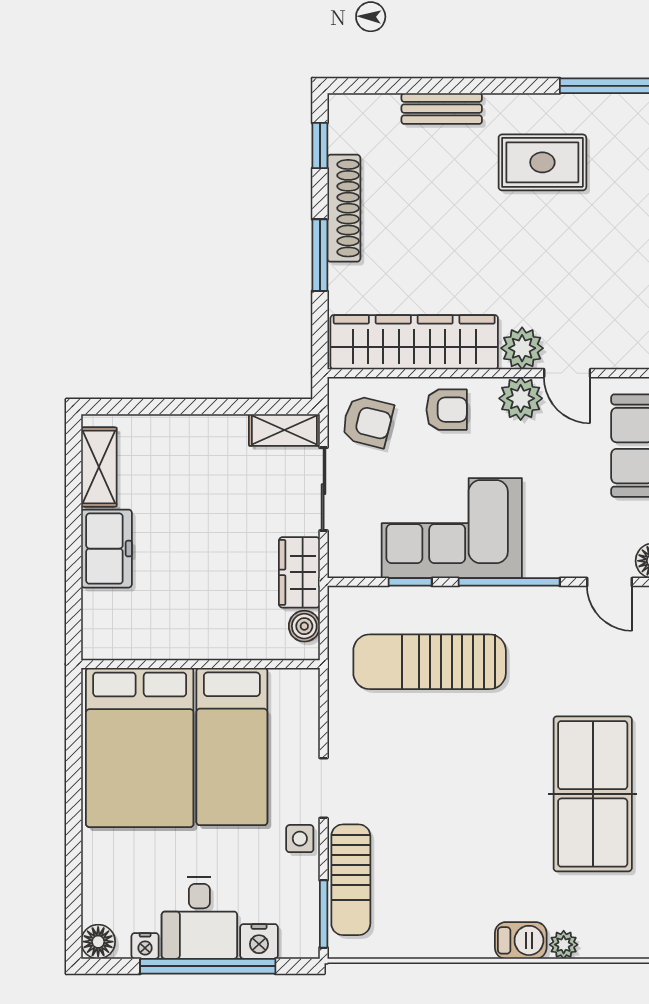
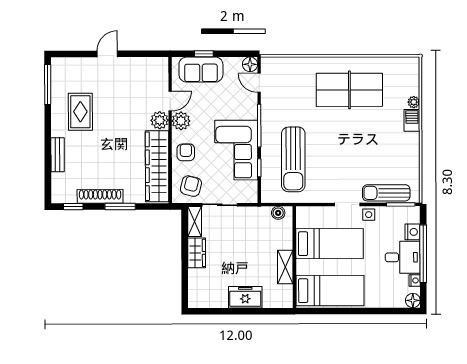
shelving: (99, 467) -> (285, 267), moved, turned 90
wardrobe: (299, 572) -> (197, 253), moved, turned -90
door: (609, 582) -> (259, 83), swing flipped
bed: (140, 747) -> (330, 291), width x0.67
sun lounger: (351, 880) -> (386, 193), turned 180

